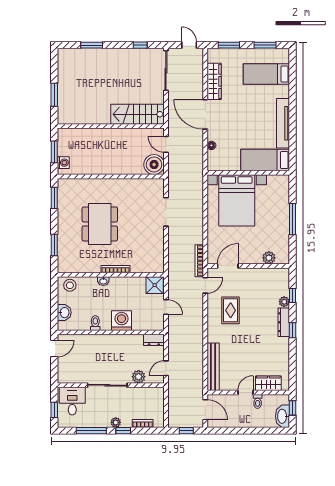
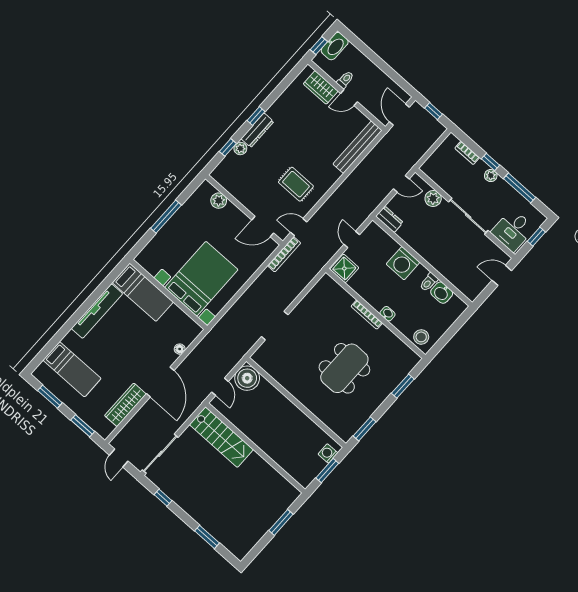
rug: (231, 310) -> (296, 184), turned 90
washbasin: (64, 313) -> (442, 293), moved, turned -90
door: (54, 349) -> (502, 275), moved

